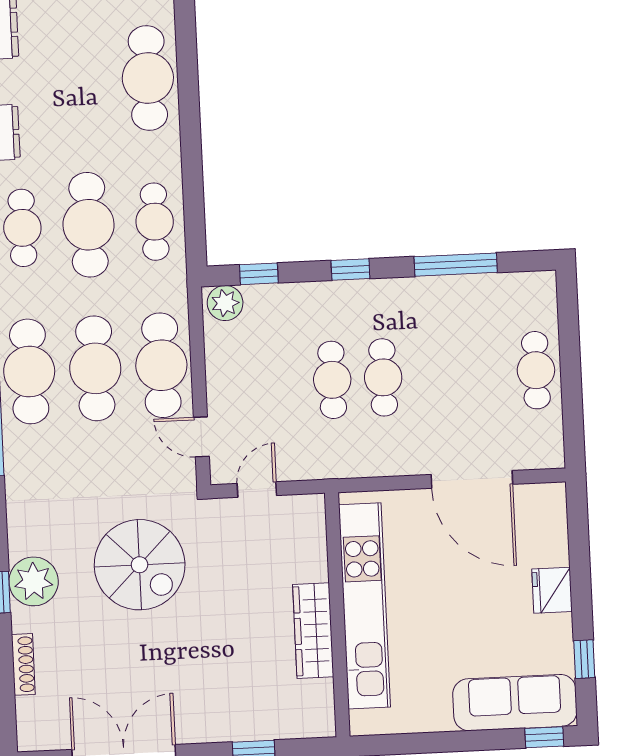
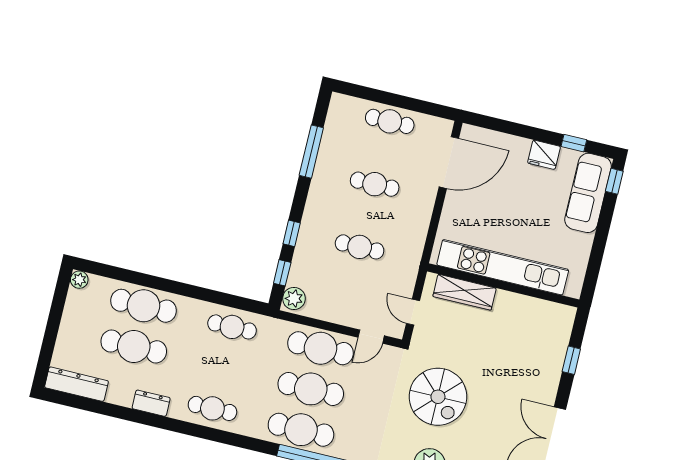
cafe table: (89, 225) -> (134, 346), moved
window: (350, 270) -> (292, 233), moved
cafe table: (383, 377) -> (375, 184), moved
door: (472, 479) -> (449, 163), moved
spiral stairs: (140, 565) -> (438, 397), turned 90
fridge: (552, 590) -> (544, 155), moved
wardrobe: (313, 631) -> (465, 292), moved

